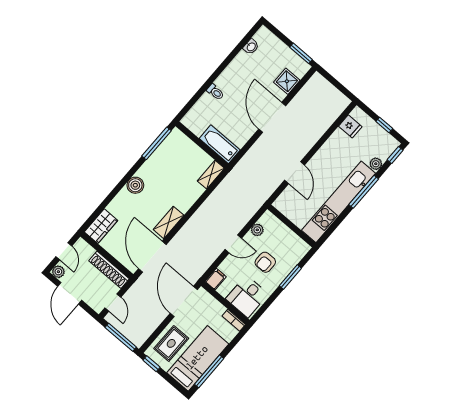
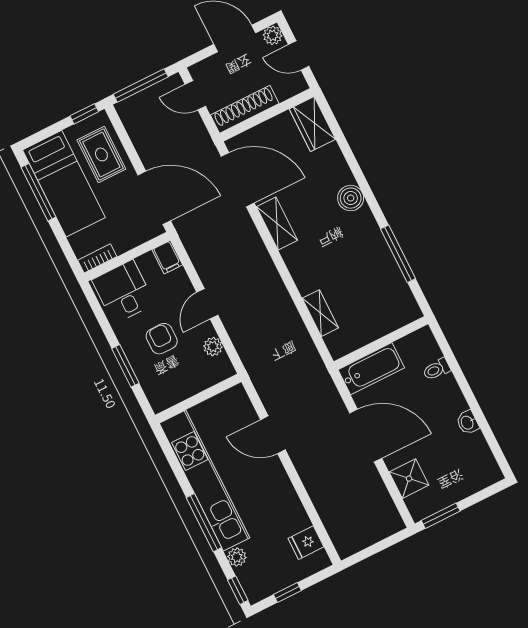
washbasin: (251, 47) -> (468, 422), moved
bathtub: (220, 144) -> (371, 369), moved
wall: (202, 145) -> (381, 343), moved

